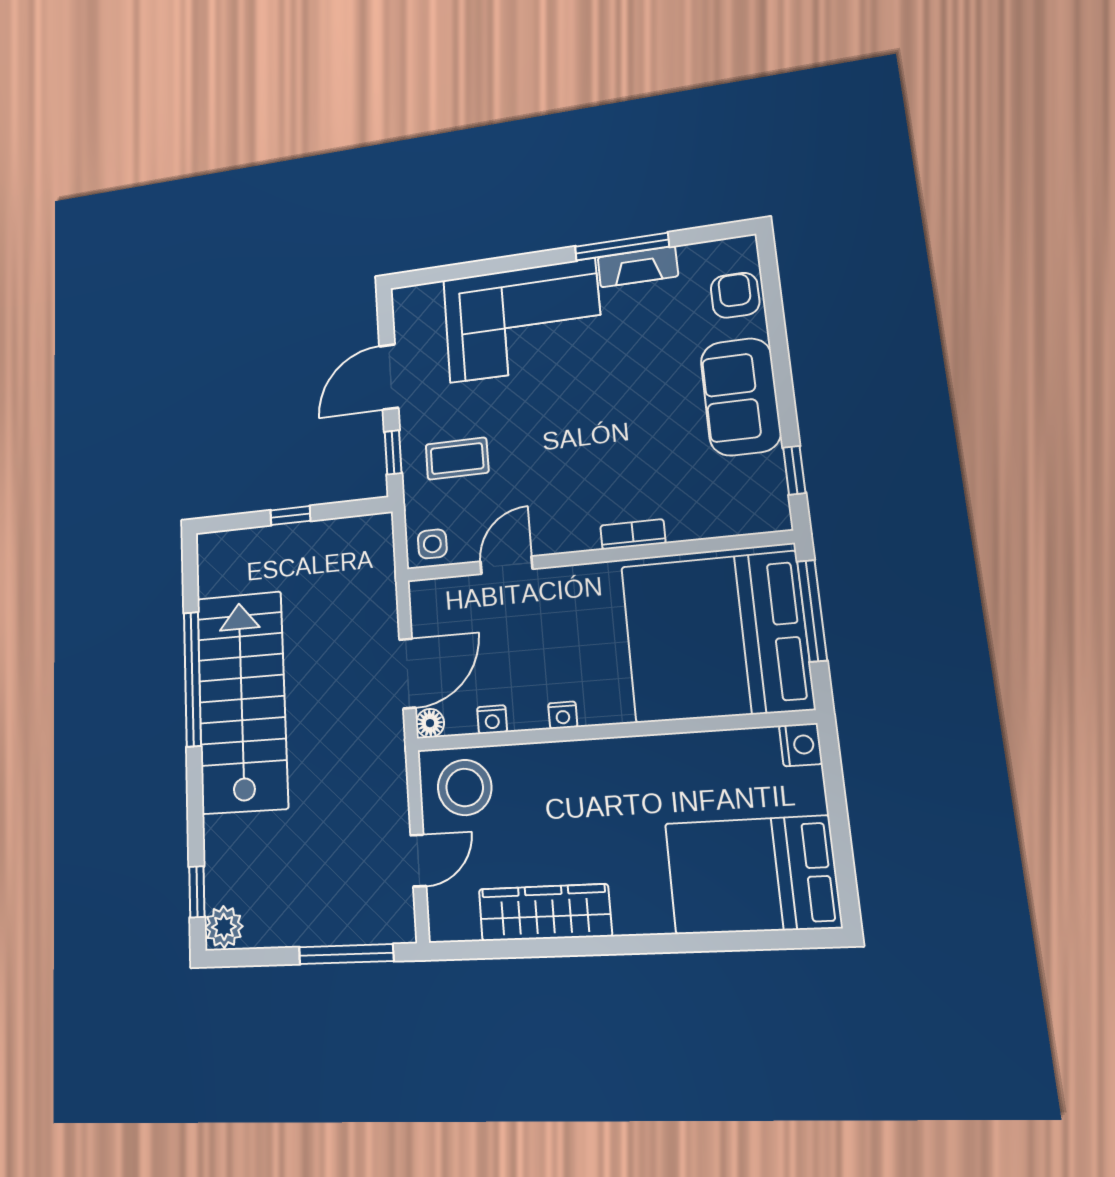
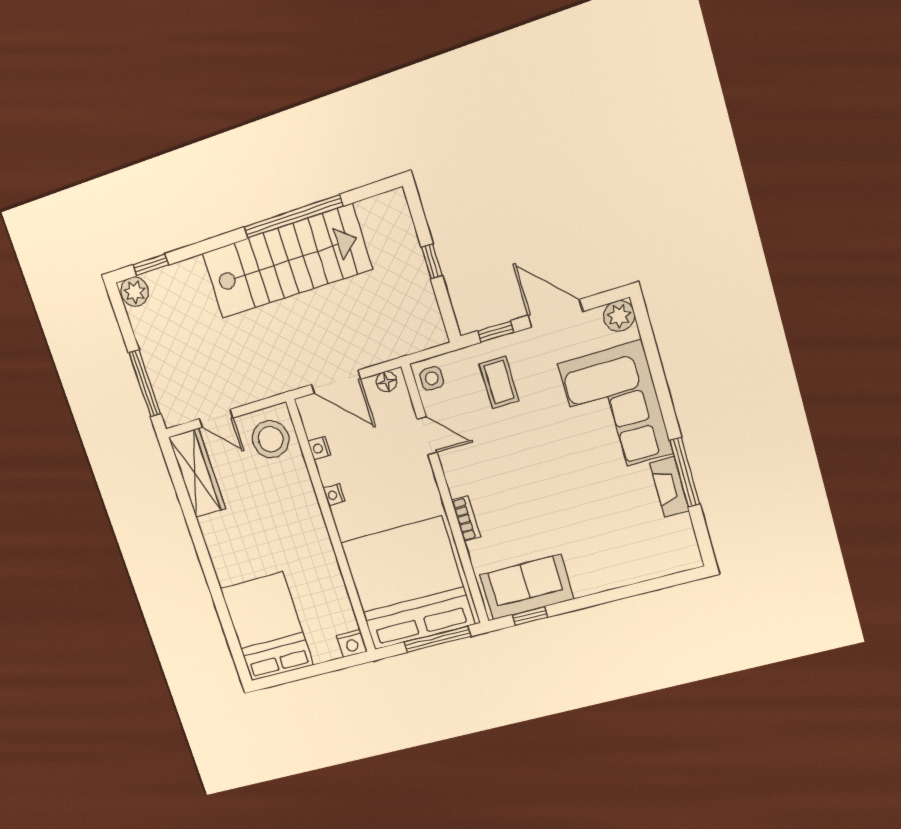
armchair: (735, 295) -> (654, 559), removed
plant: (410, 303) -> (619, 316), added
sofa: (741, 397) -> (527, 587), moved
floor lamp: (430, 723) -> (387, 381), moved
wardrobe: (545, 913) -> (197, 473), moved

